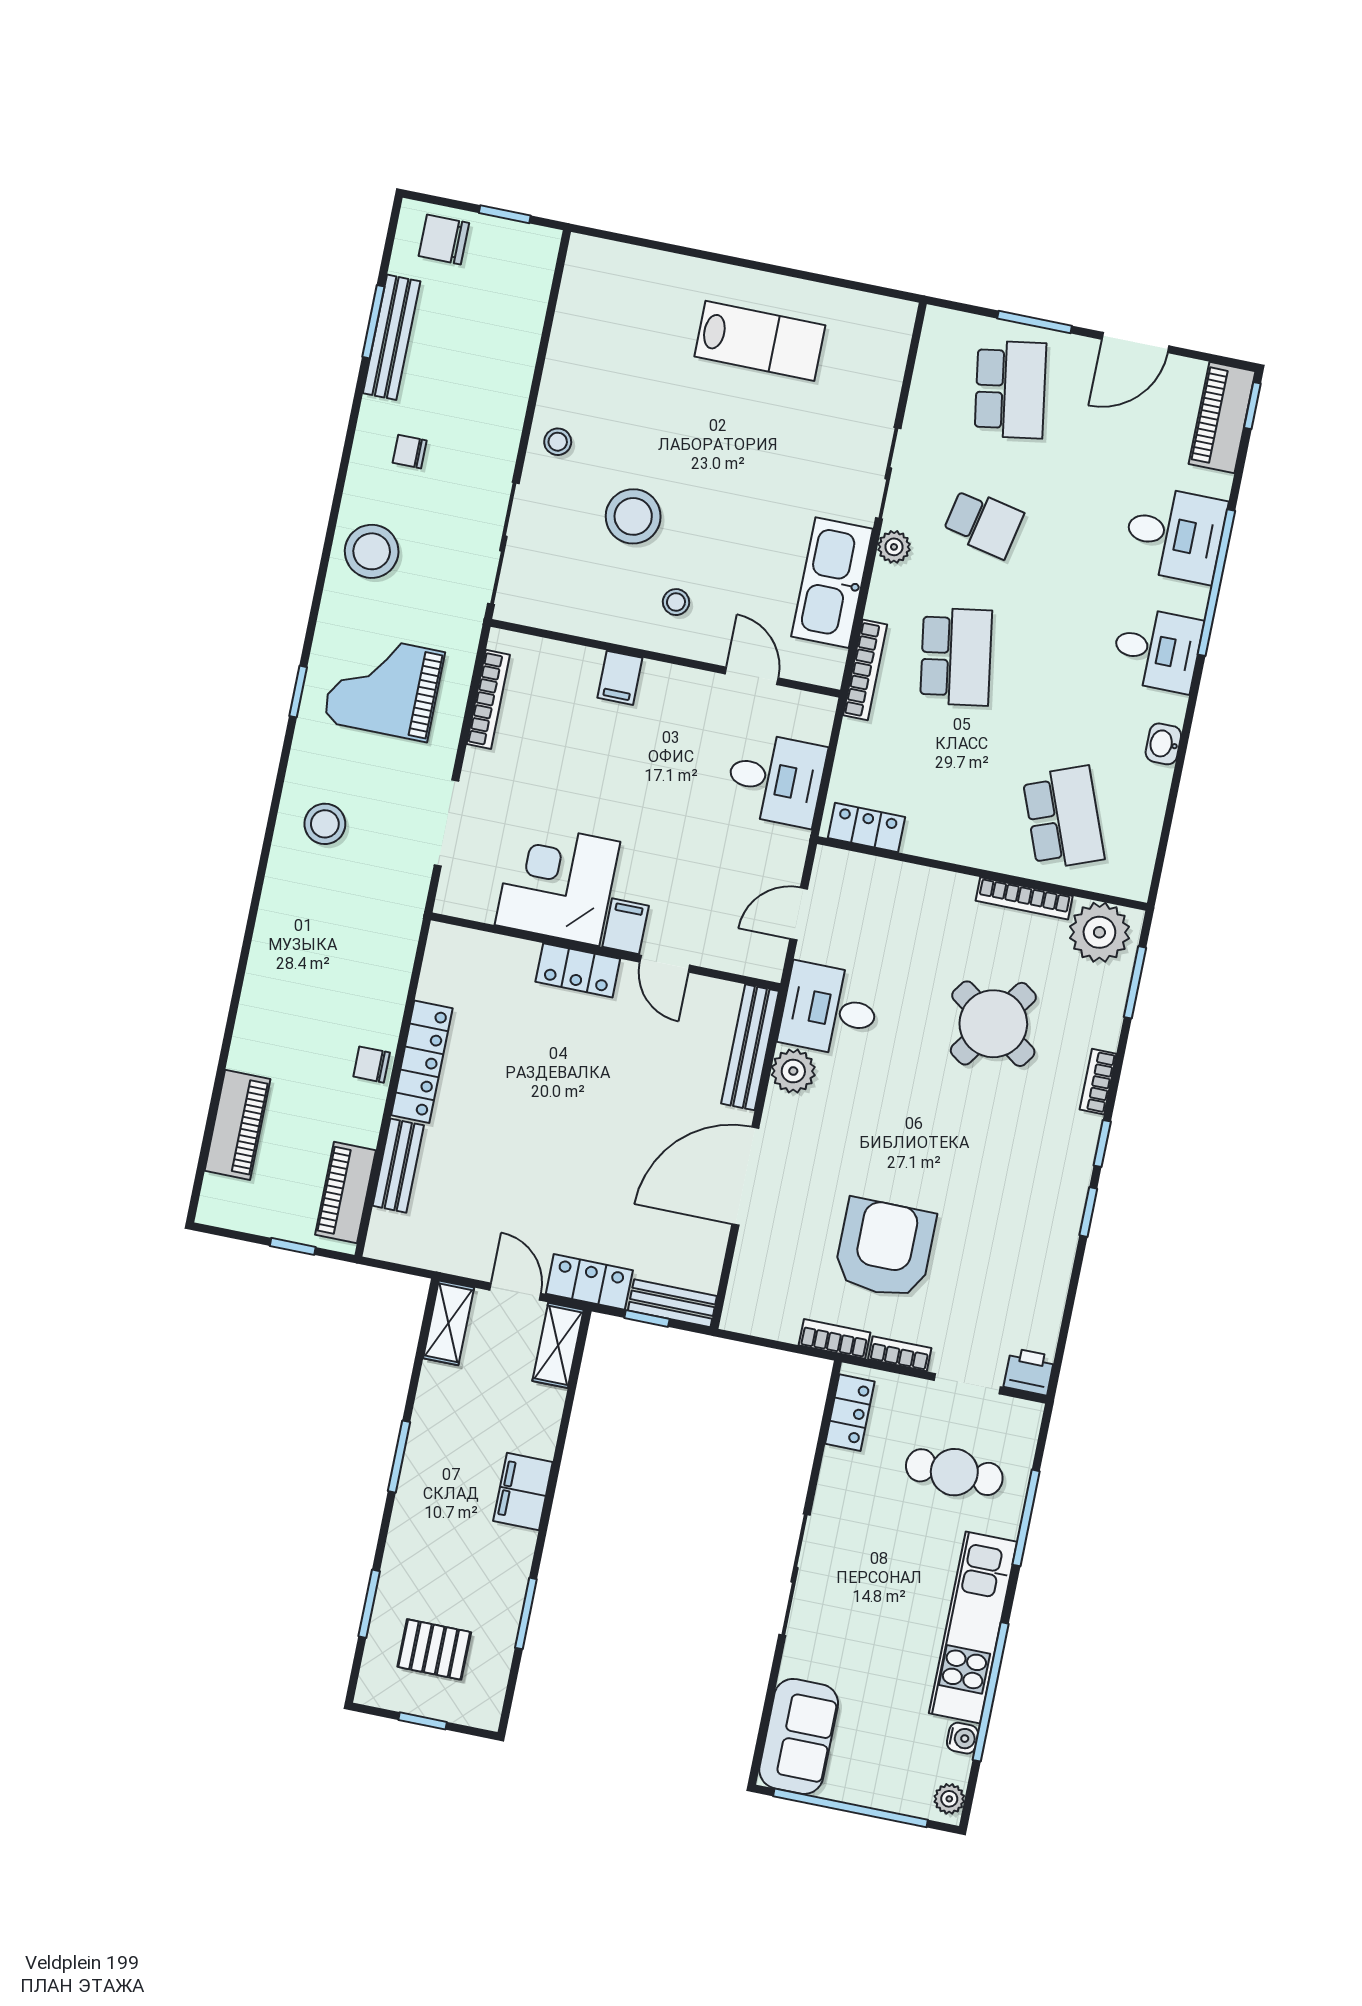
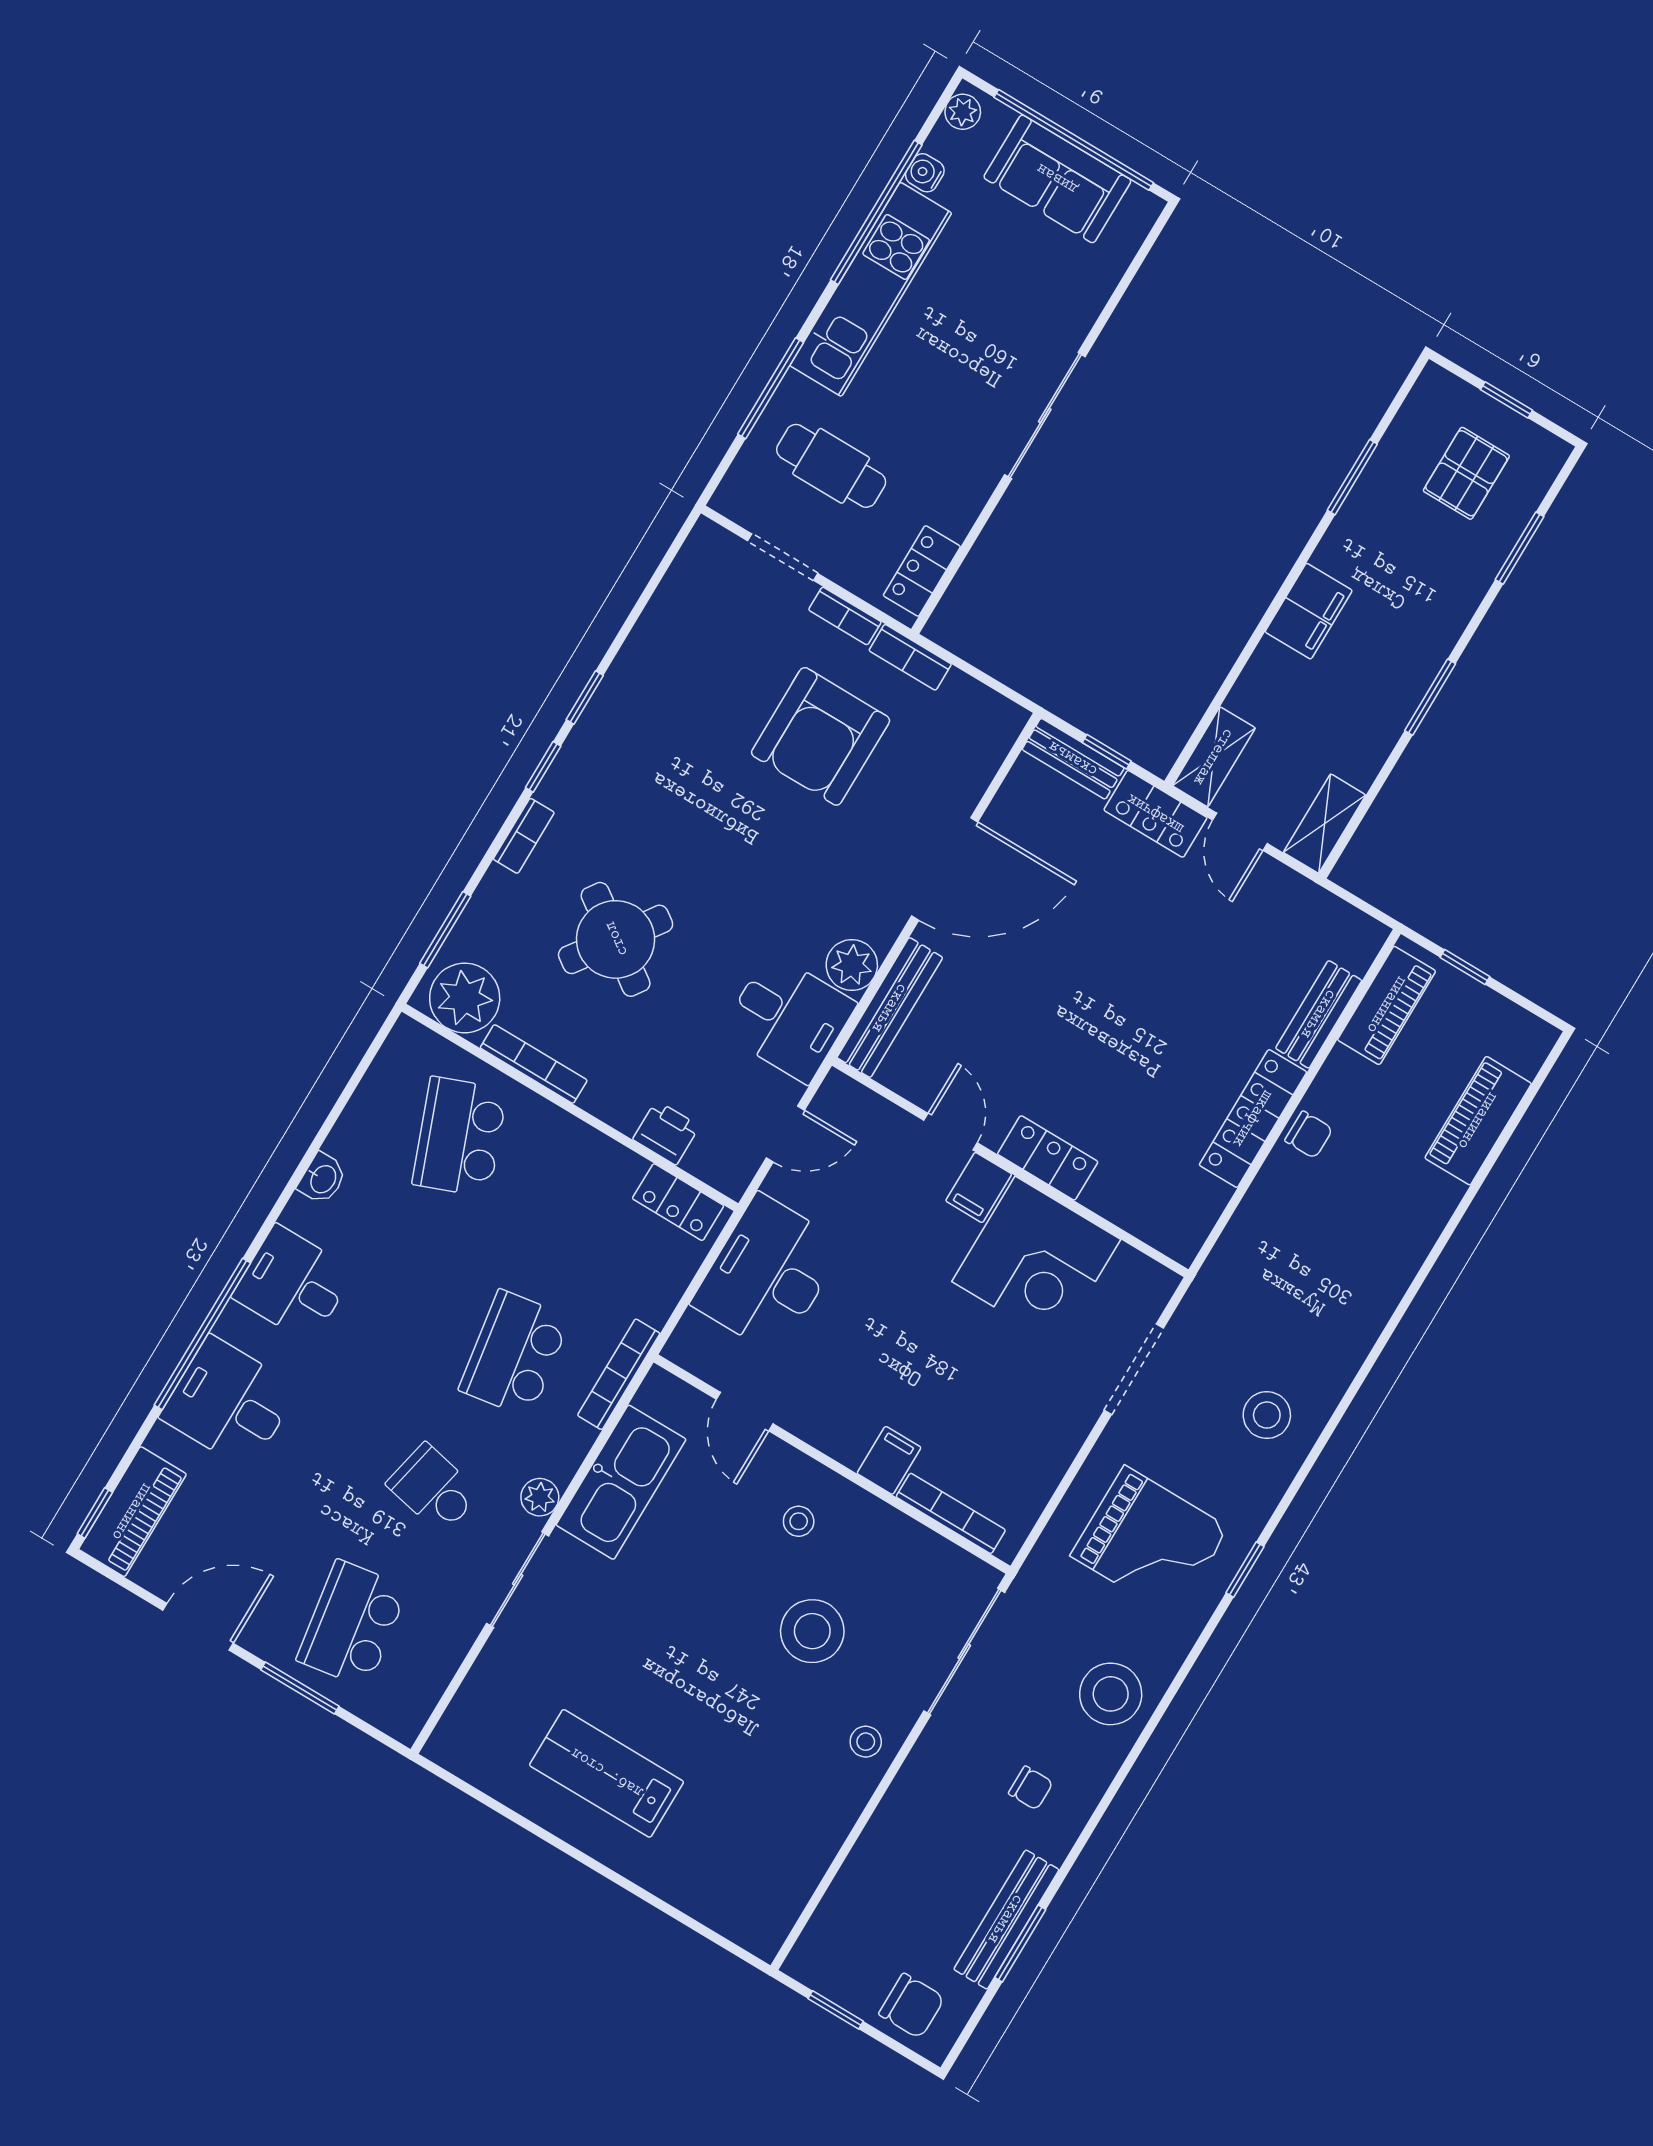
bookcase: (488, 699) -> (951, 1513), moved, turned 90
desk: (776, 779) -> (768, 1274), width x1.37
printer: (1029, 1372) -> (666, 1133), moved, turned 180
pallet: (434, 1649) -> (1466, 473), turned 90
sofa: (799, 1736) -> (1057, 179), moved, turned -90

